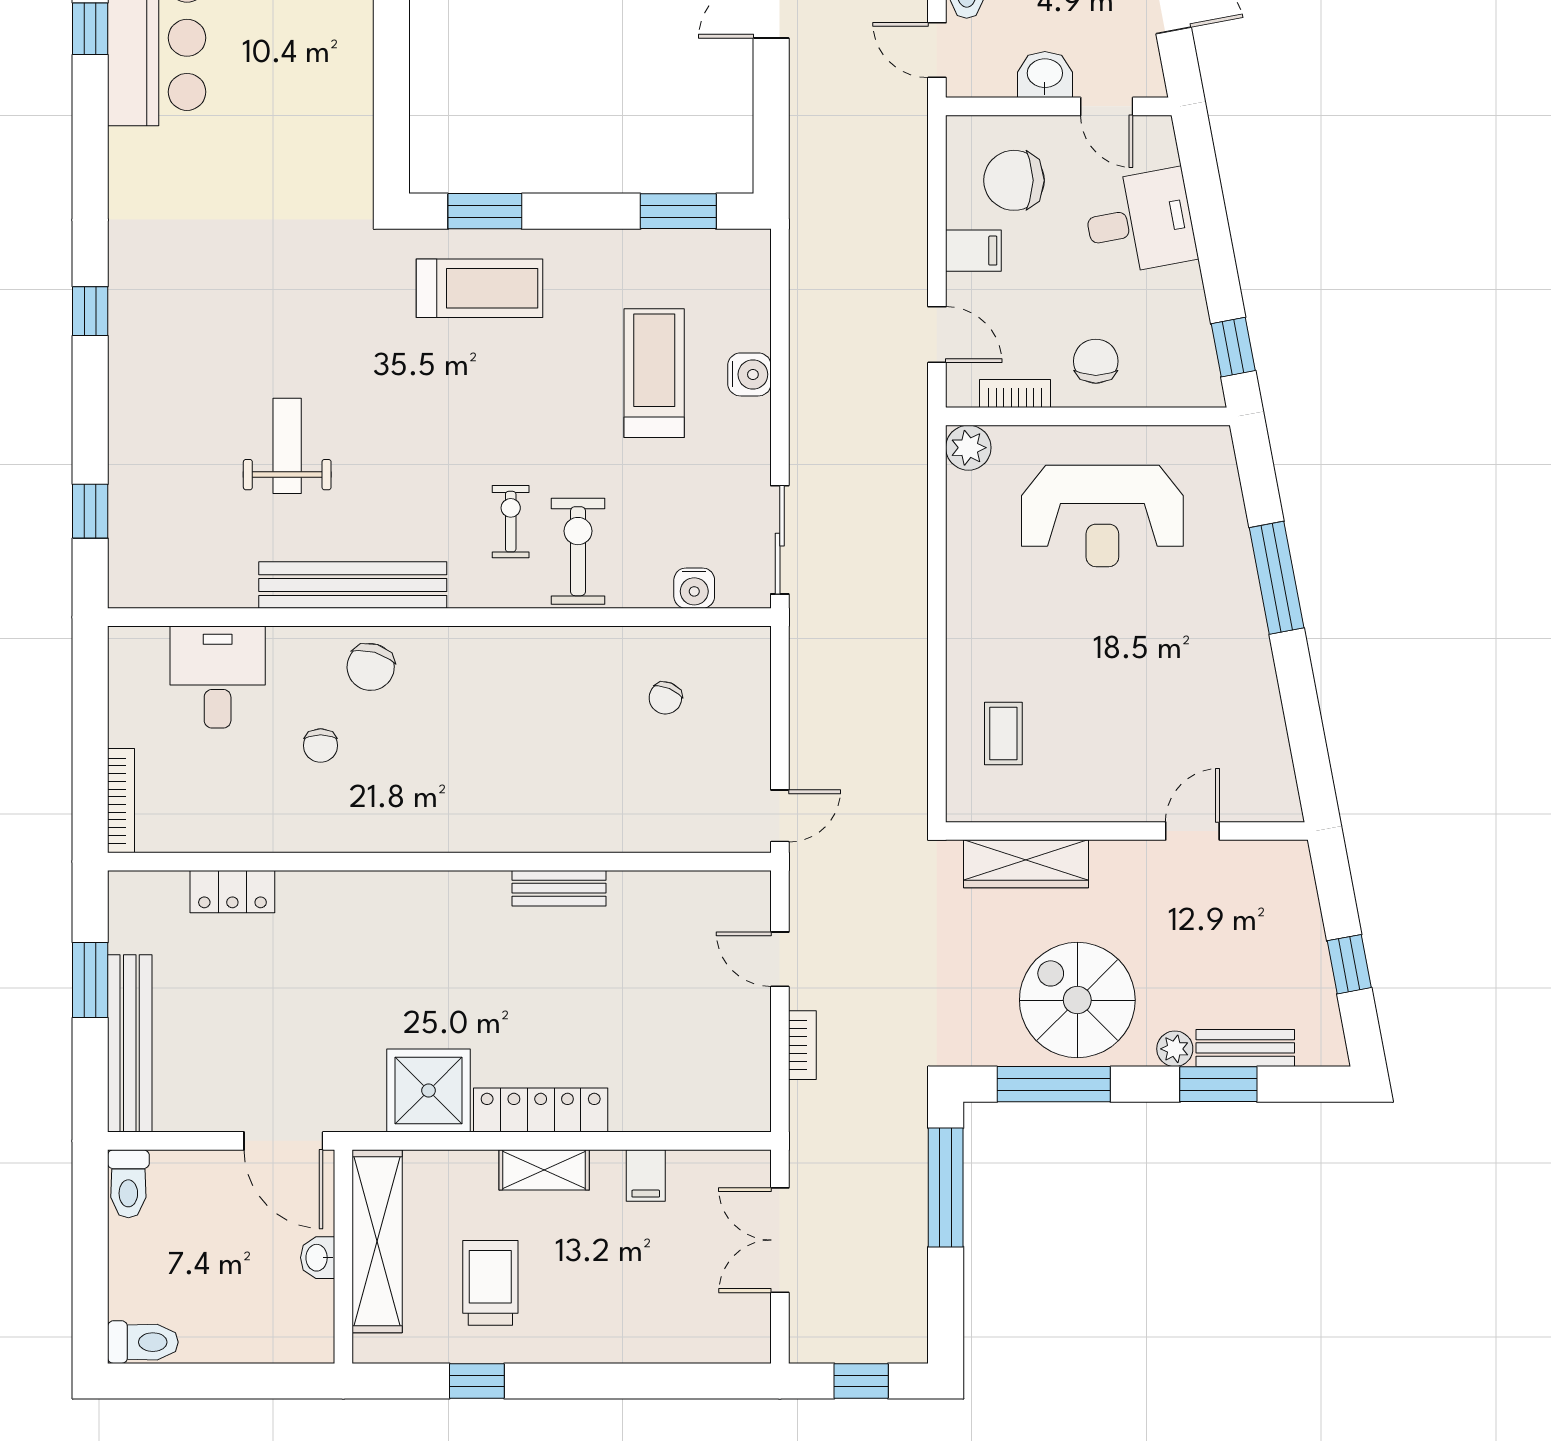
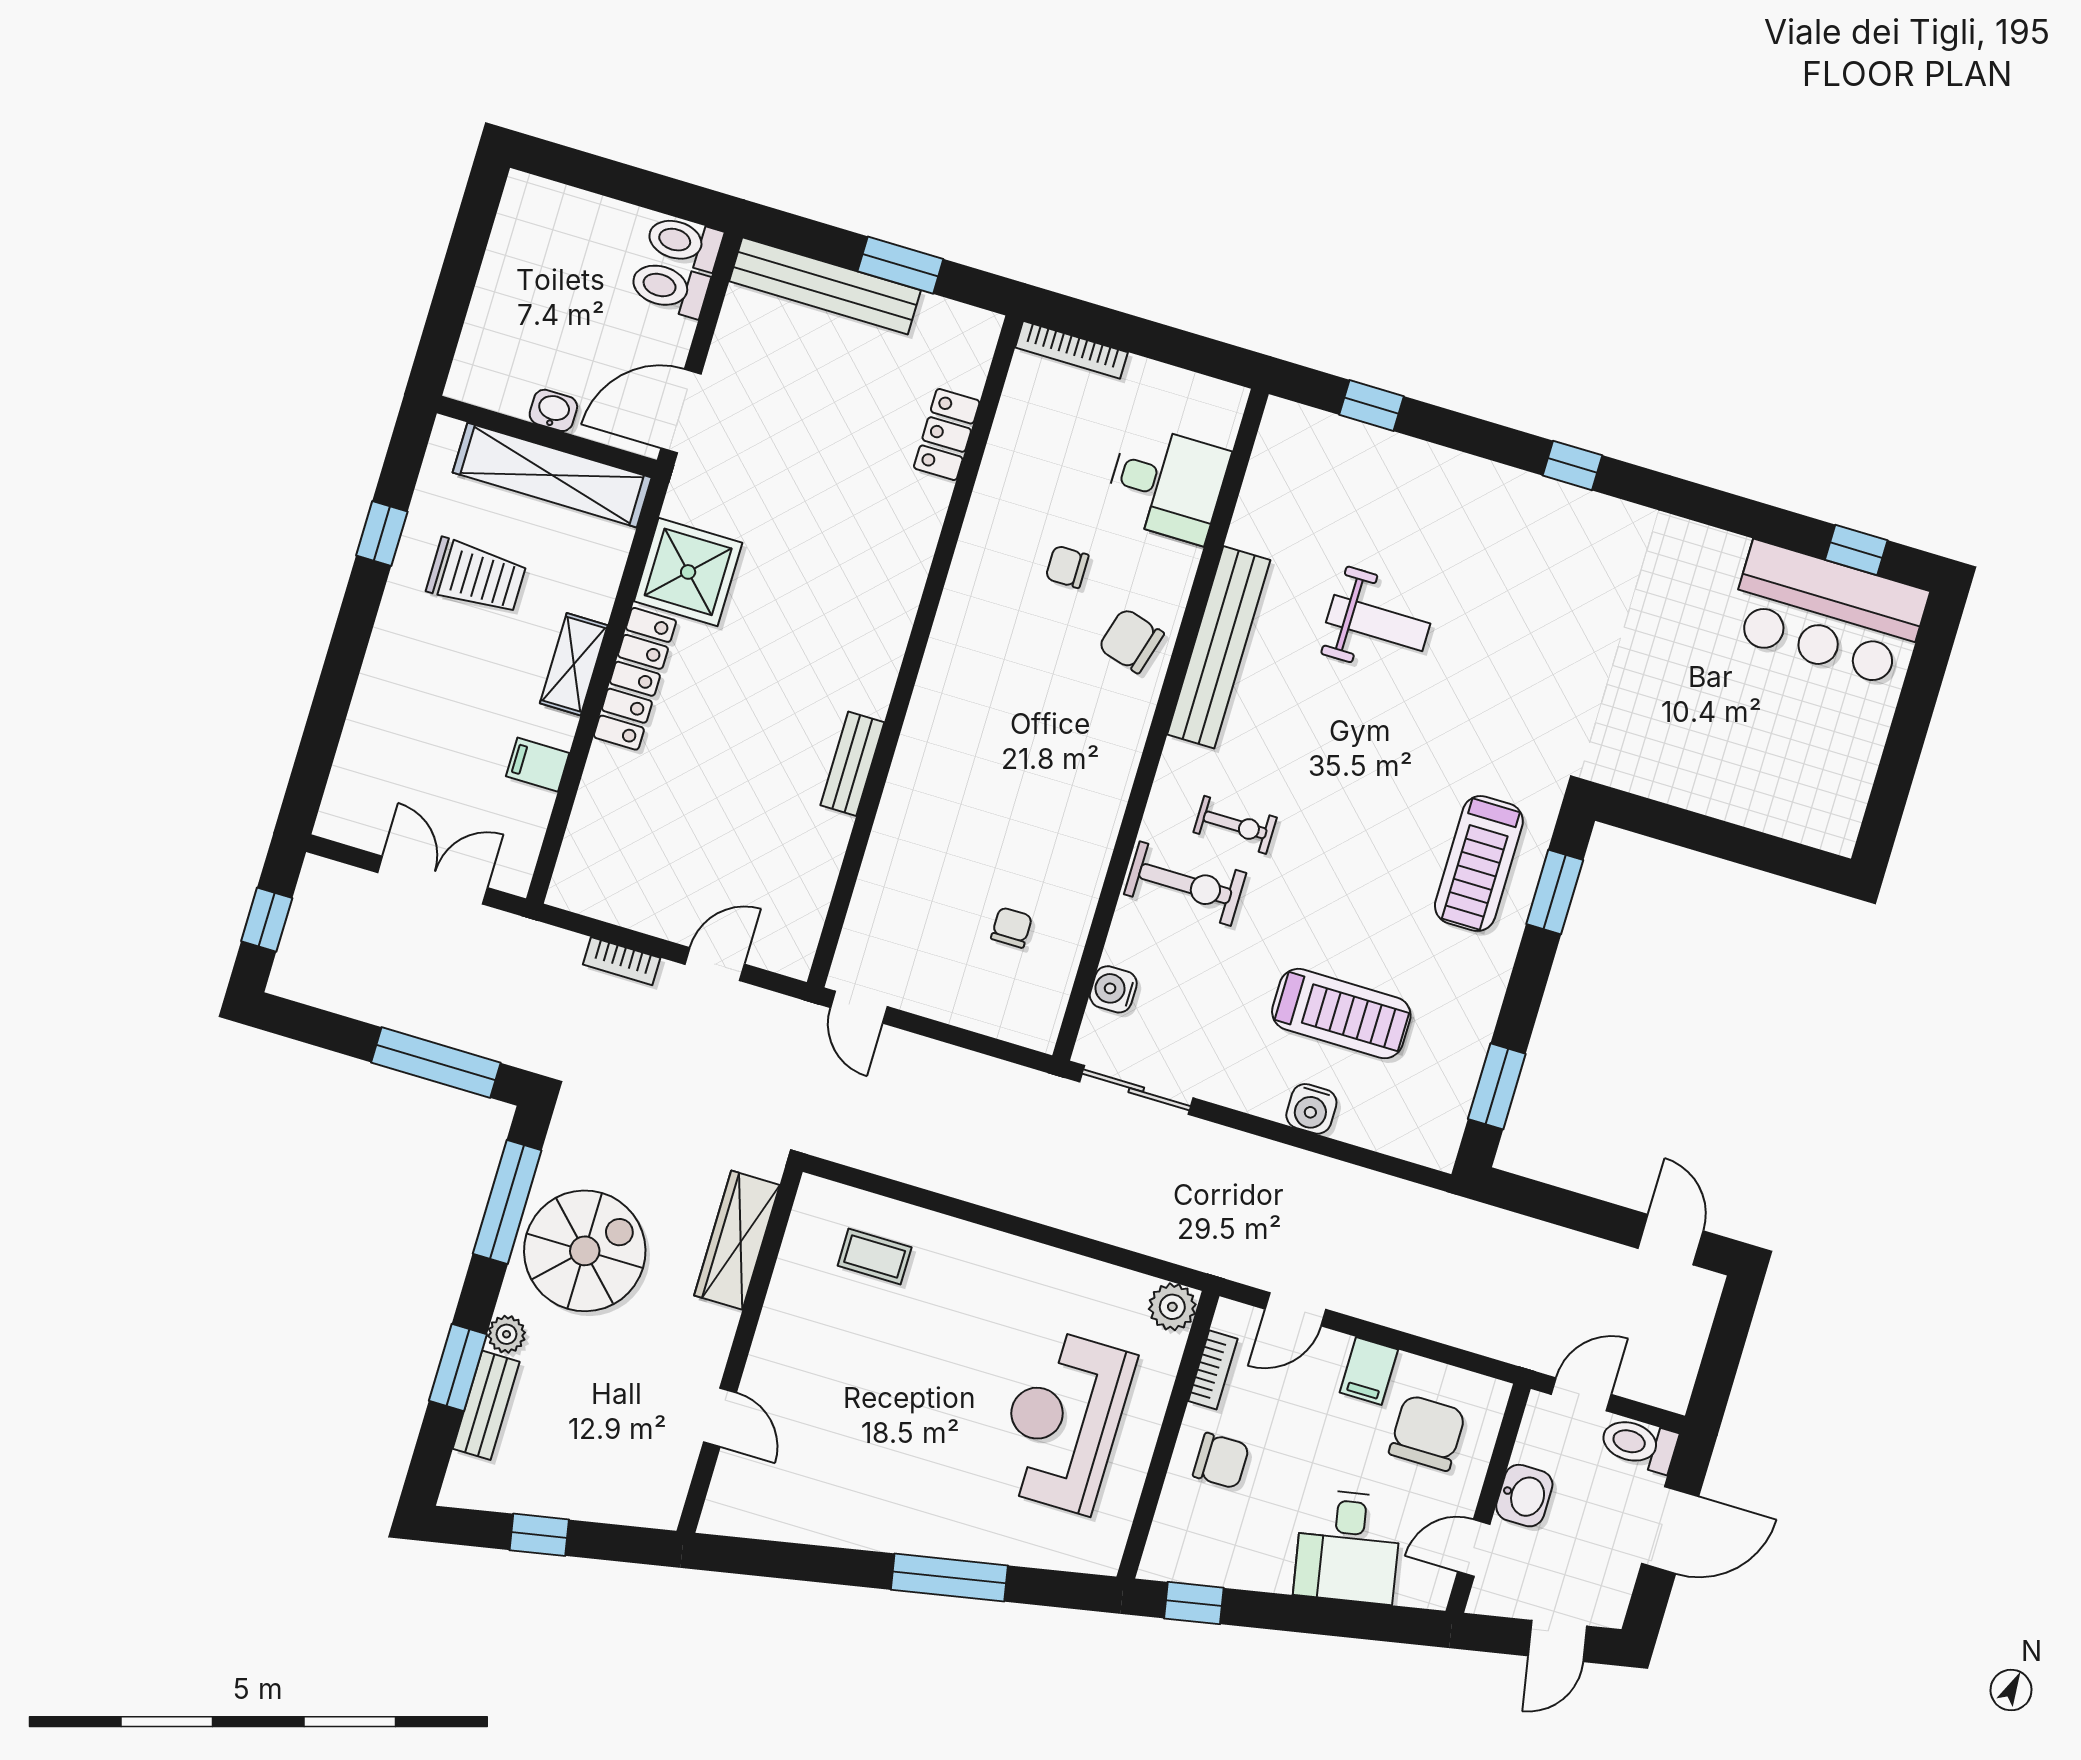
chair: (665, 698) -> (1012, 927), turned 67
toilet: (143, 1342) -> (669, 288), moved, turned 90

